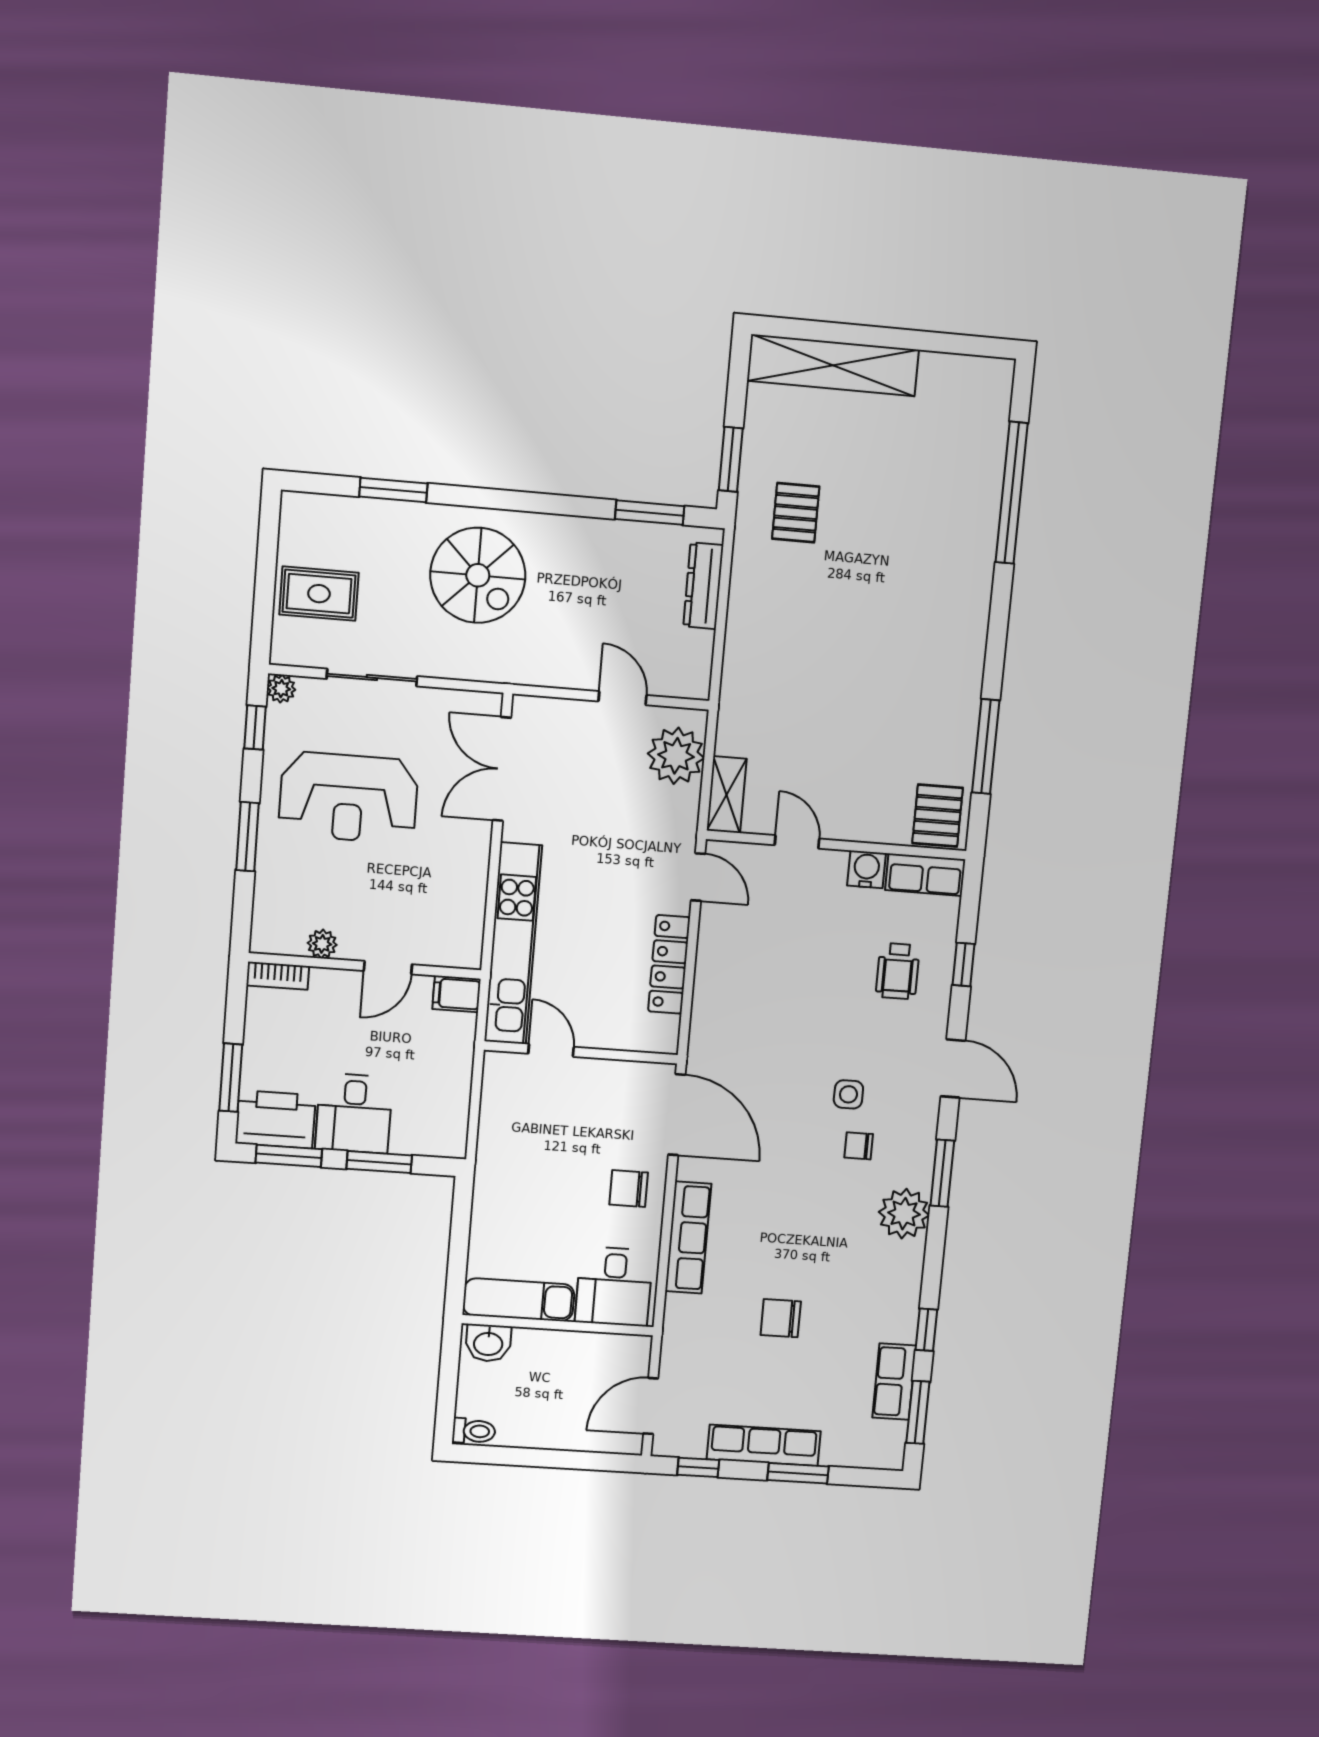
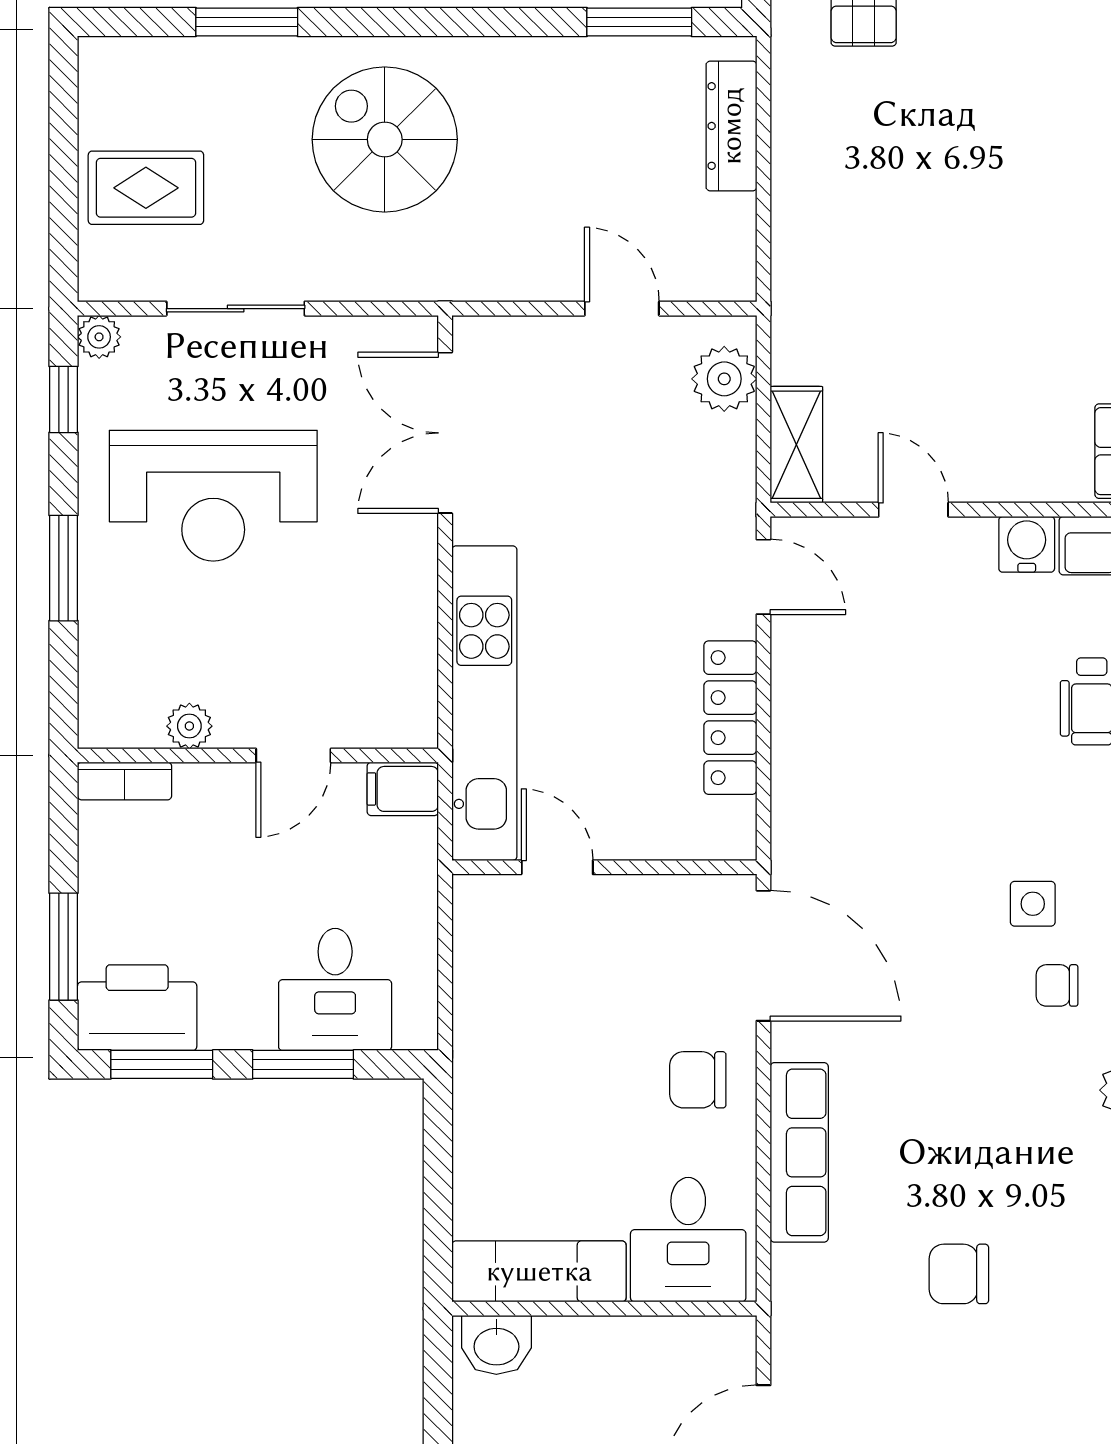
spiral stairs: (478, 575) -> (385, 139), turned 180
plant: (676, 756) -> (724, 379), width x0.73, depth x0.73
desk: (354, 1113) -> (335, 989), moved

